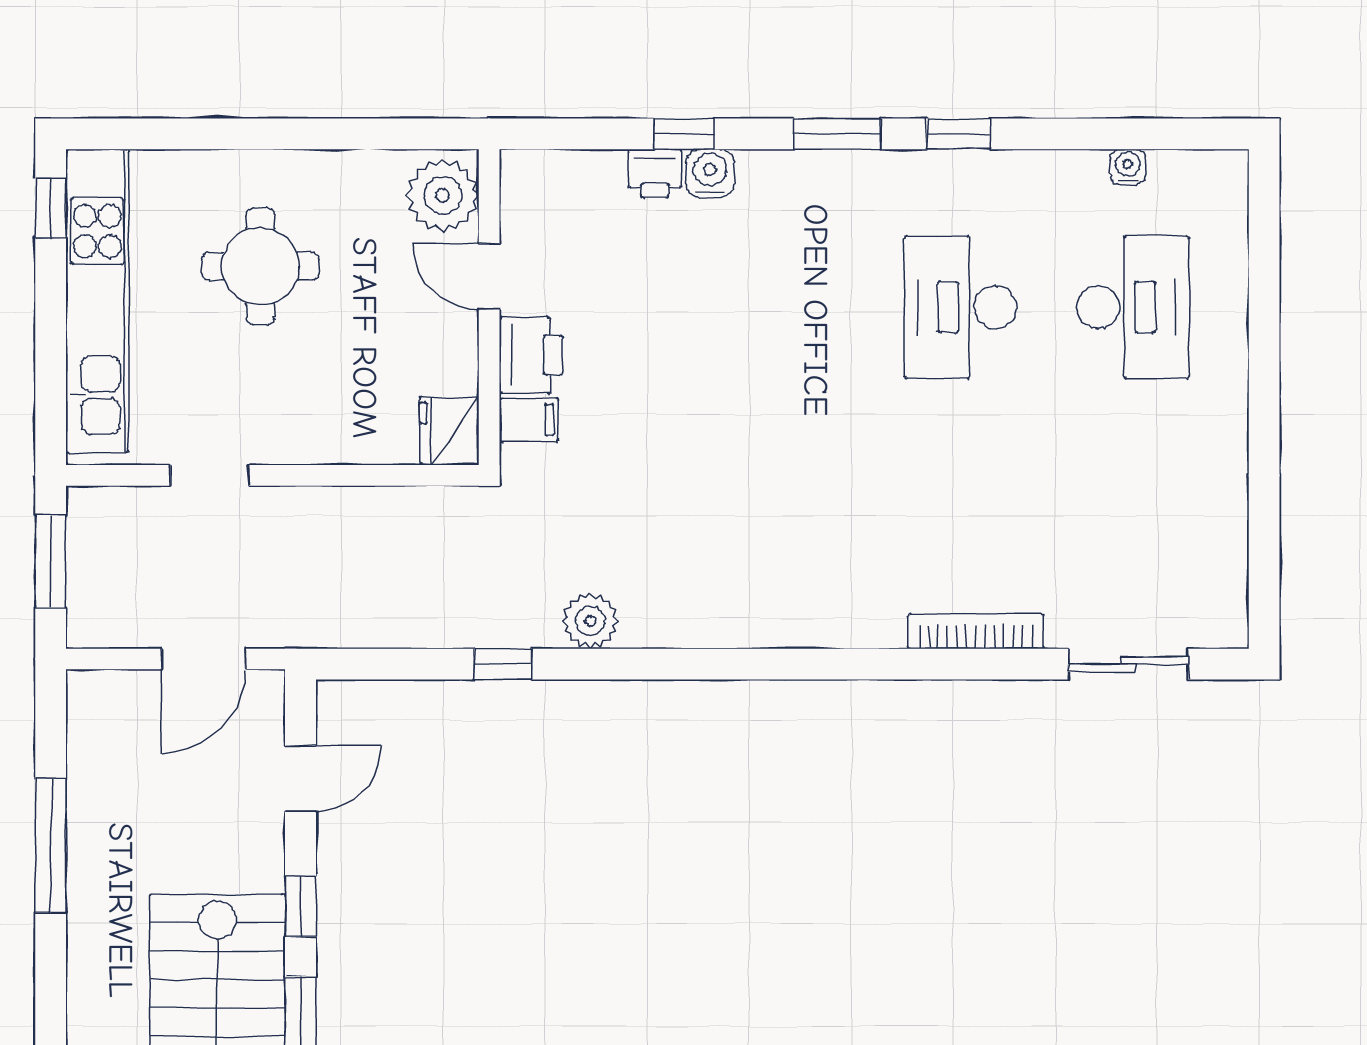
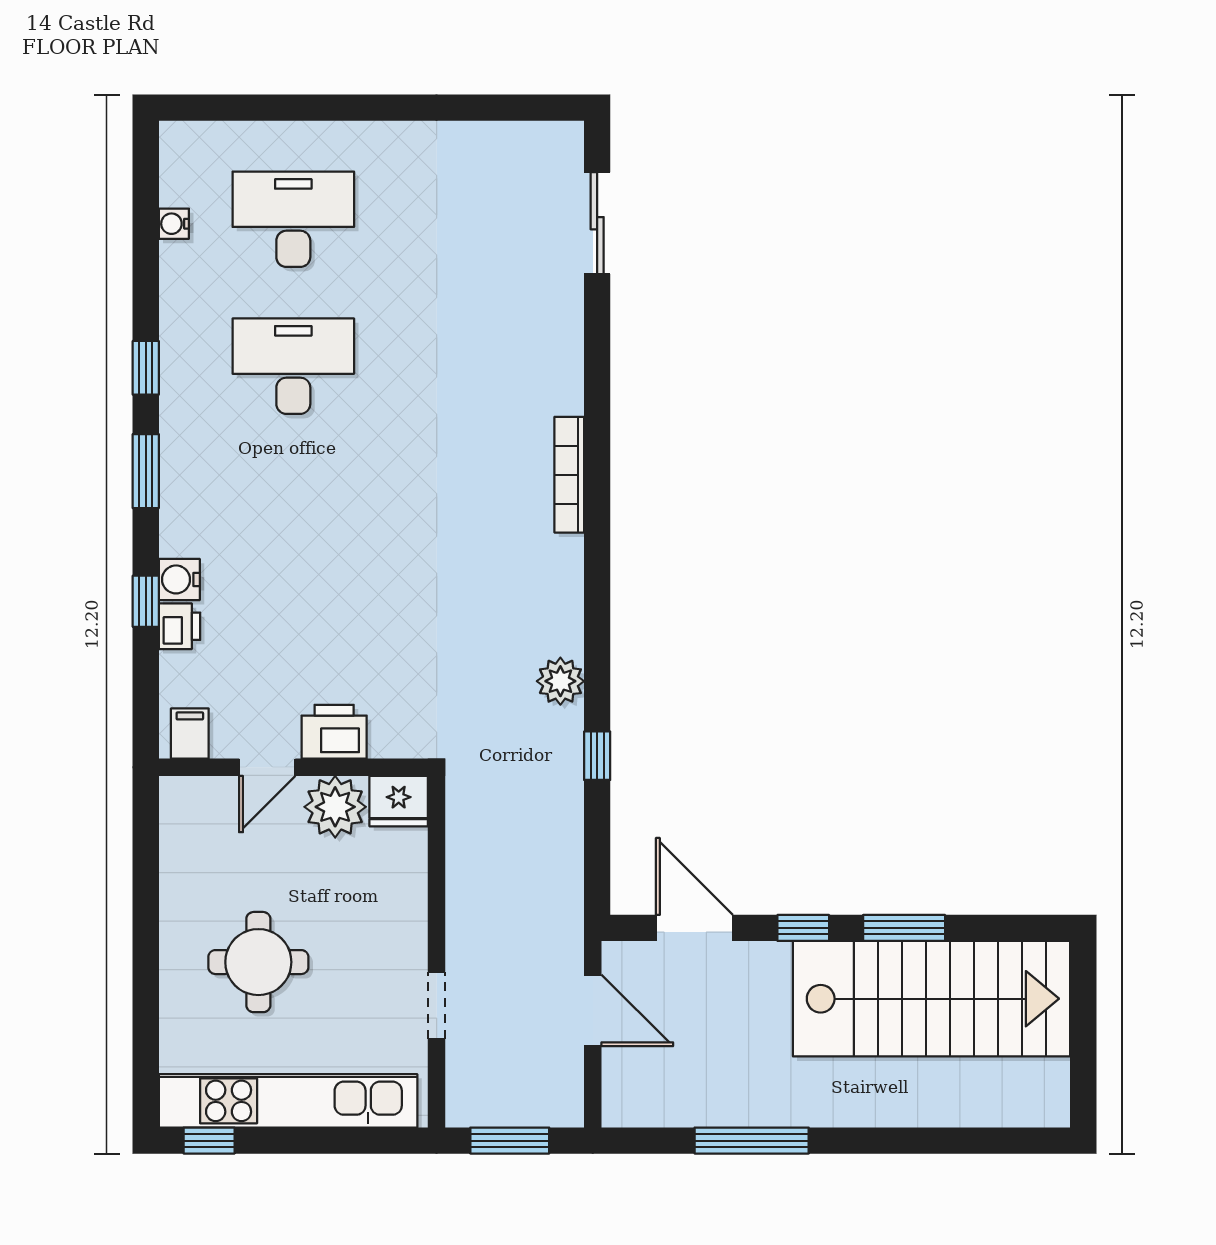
plant: (443, 195) -> (335, 807), moved
desk: (960, 307) -> (293, 366), turned 180
filing cabinet: (529, 420) -> (190, 734), moved
bookcase: (976, 631) -> (569, 475), moved
door: (300, 778) -> (694, 928), width x1.38

